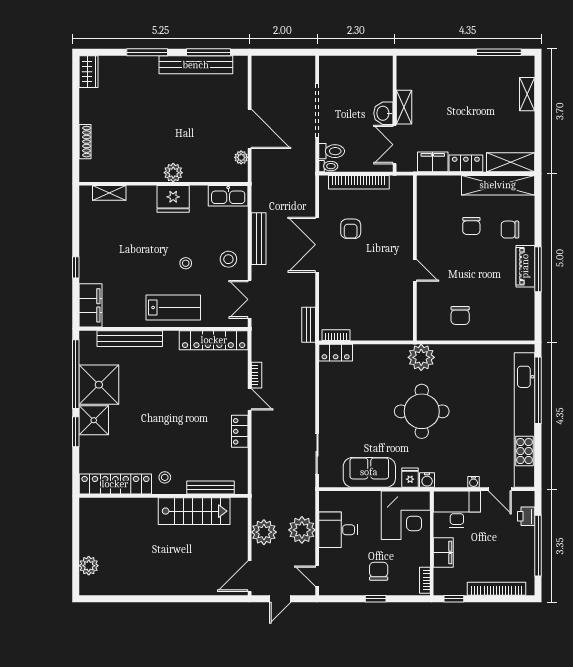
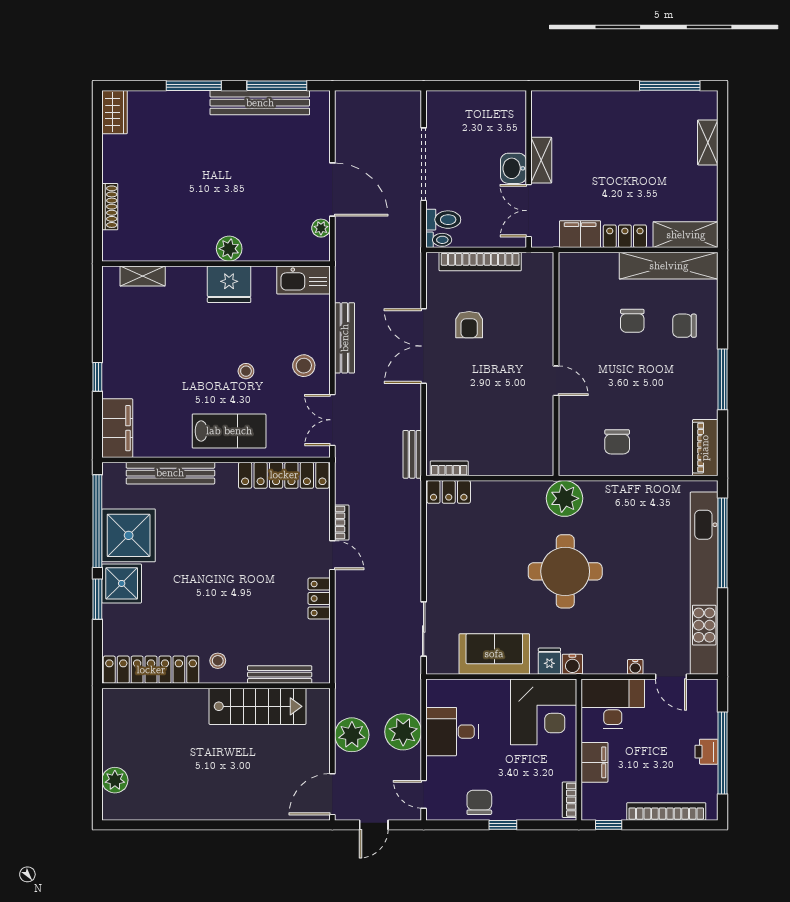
piano: (525, 266) -> (705, 448), moved
printer: (526, 516) -> (707, 752), moved
chair: (379, 571) -> (479, 802), moved

